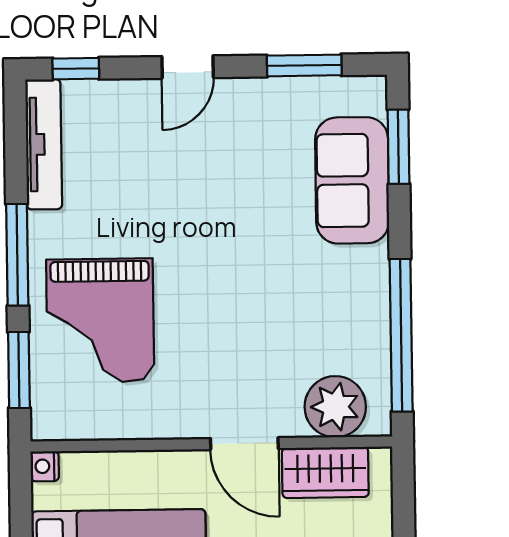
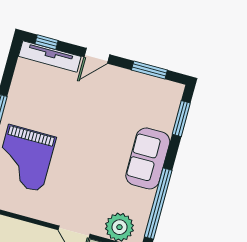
tv unit: (44, 144) -> (50, 56), moved, turned 90
sofa: (352, 180) -> (148, 158), moved

